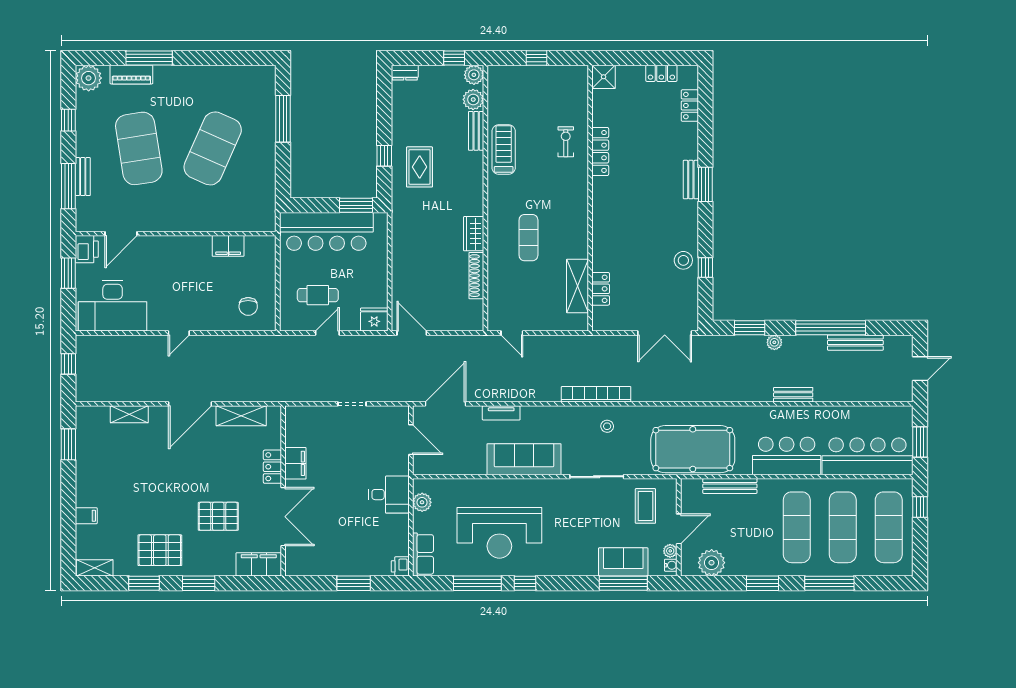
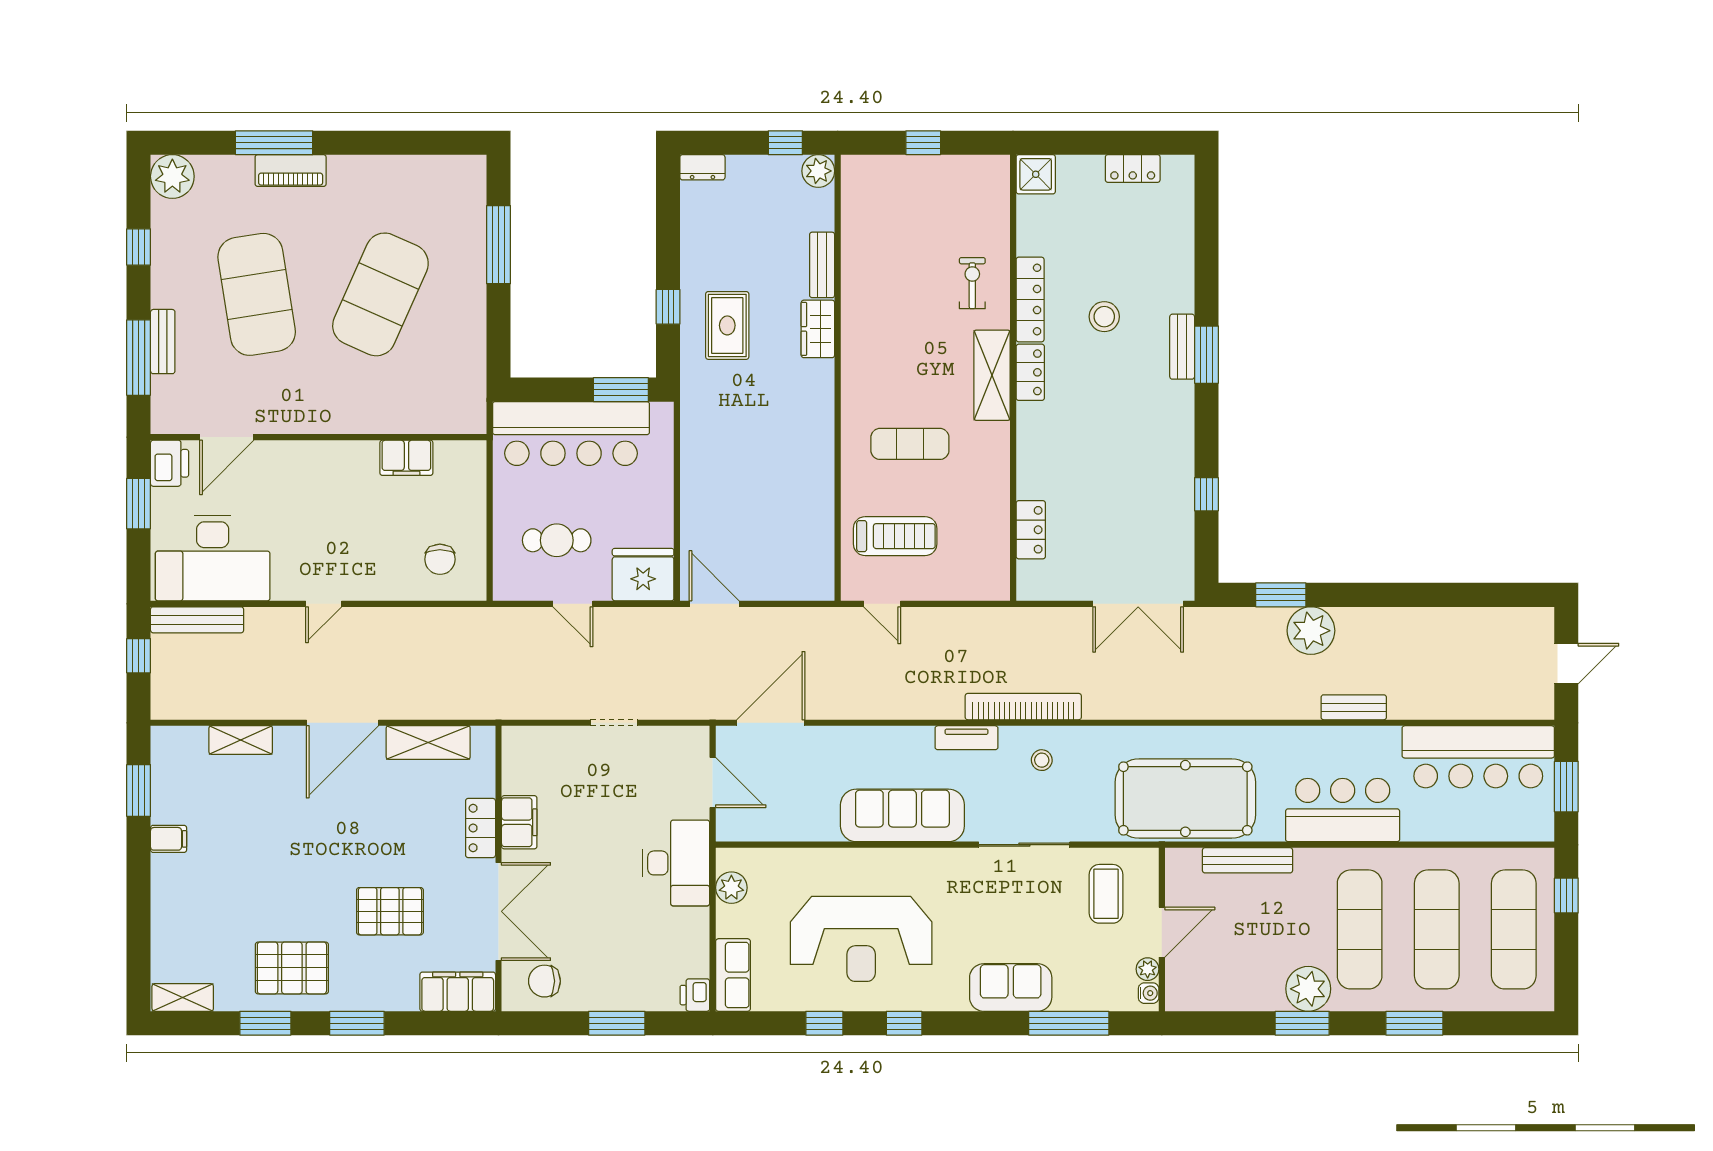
piano: (131, 75) -> (291, 171), moved
plant: (473, 99) -> (817, 212), removed
locker: (690, 106) -> (1030, 372), moved, turned 180
treadmill: (504, 150) -> (895, 536), moved, turned 90
wardrobe: (474, 234) -> (818, 329), moved
exercise mat: (528, 238) -> (910, 444), turned 90
stool: (683, 260) -> (1104, 317), moved
shoe rack: (476, 276) -> (823, 508), removed
shelving: (577, 286) -> (992, 375), moved
fridge: (374, 320) -> (643, 575), width x1.36, depth x1.34
window: (831, 328) -> (1416, 595), removed
door: (327, 333) -> (573, 604), swing flipped
plant: (774, 342) -> (1311, 631), width x1.87, depth x1.87
bench: (855, 343) -> (197, 620), moved
tv unit: (501, 413) -> (966, 738), moved
bar counter: (867, 456) -> (1478, 757), moved, turned 180
desk: (389, 495) -> (676, 863), width x1.37
filing cabinet: (86, 516) -> (169, 839), moved
chair: (310, 558) -> (544, 981), added
sofa: (623, 562) -> (1011, 987), moved
plant: (712, 563) -> (1308, 989), moved
window: (477, 583) -> (824, 1023), width x0.46
window: (829, 583) -> (1414, 1023), width x0.69

